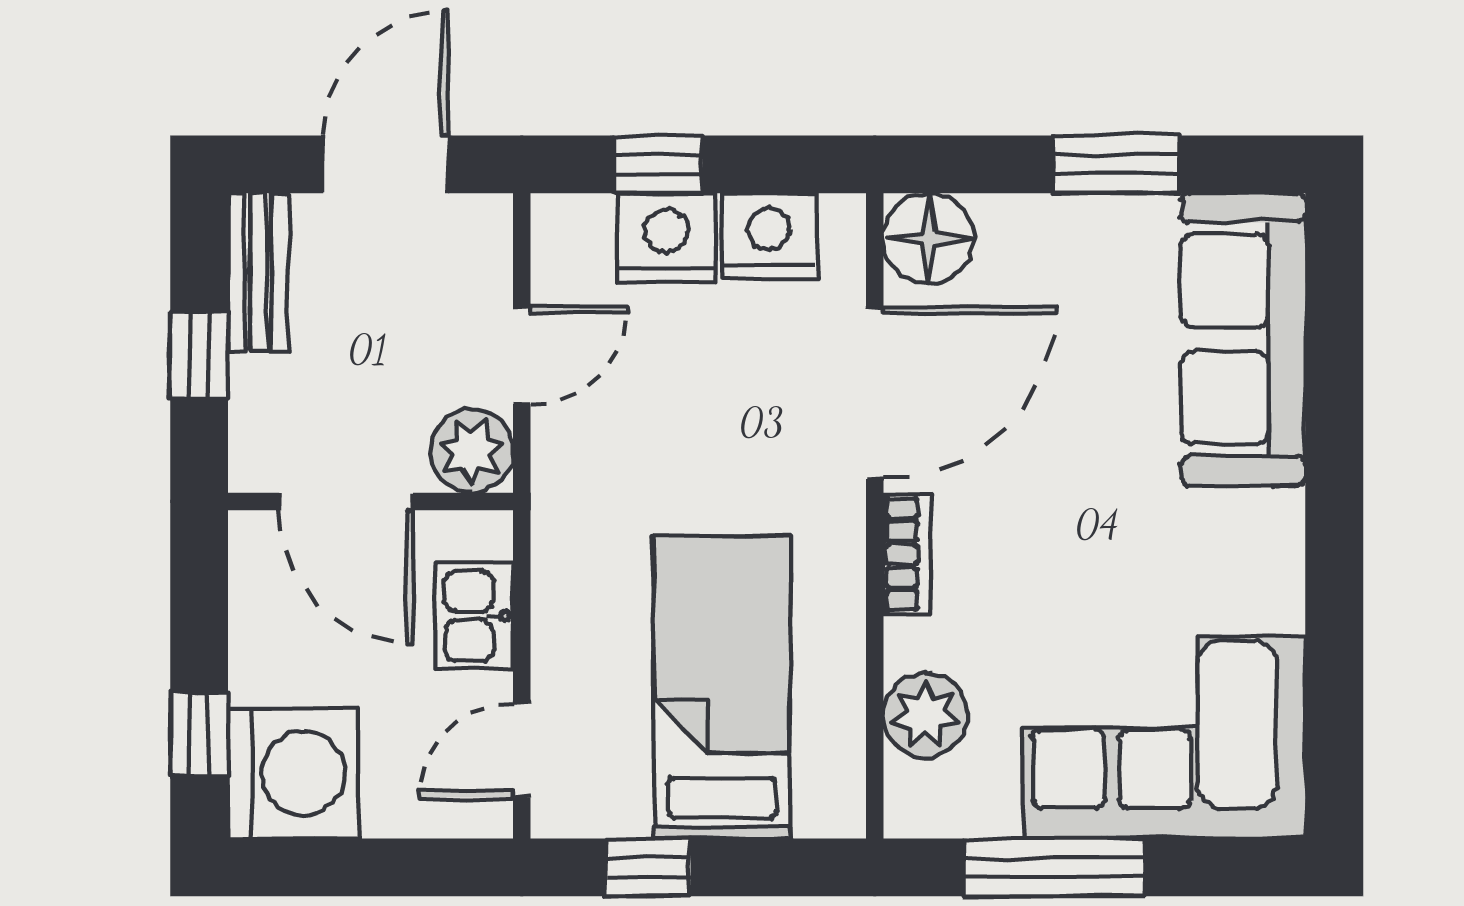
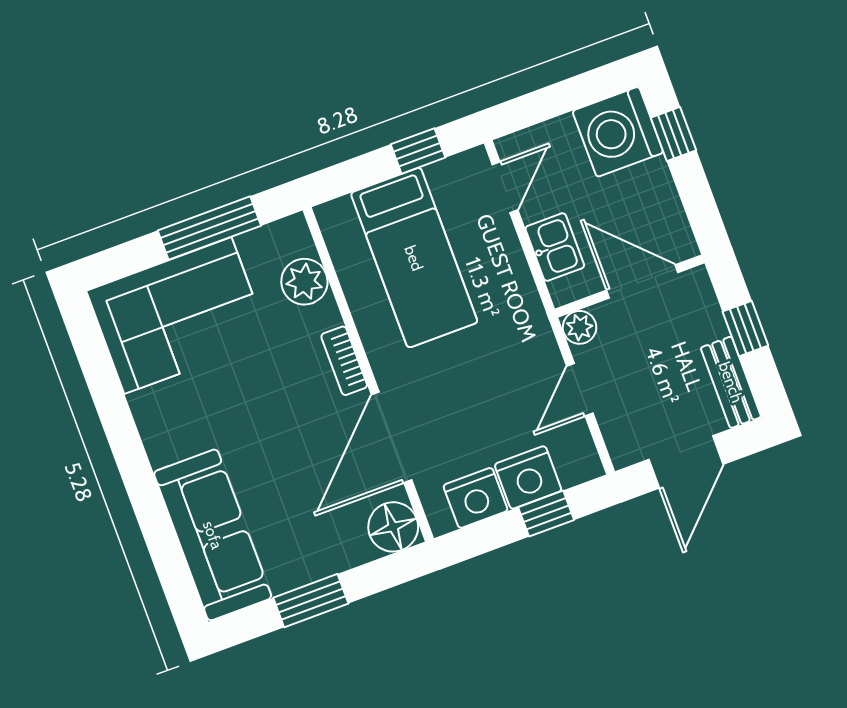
plant: (471, 451) -> (580, 327), width x0.73, depth x0.73

